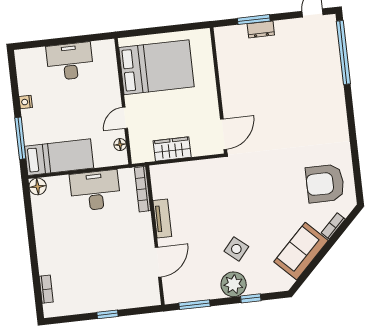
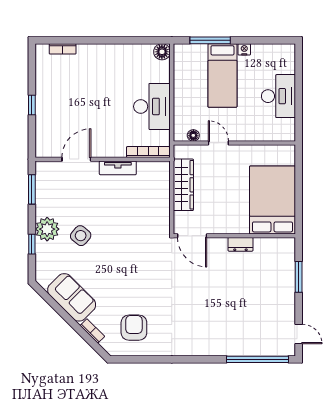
dresser: (261, 29) -> (240, 244), moved, turned -90
bed: (156, 67) -> (272, 200), moved, turned 180
wardrobe: (172, 149) -> (183, 185), width x1.50
bed: (59, 157) -> (222, 76), moved
armchair: (325, 183) -> (134, 328), width x0.73, depth x0.73
door: (158, 262) -> (76, 159), swing flipped

